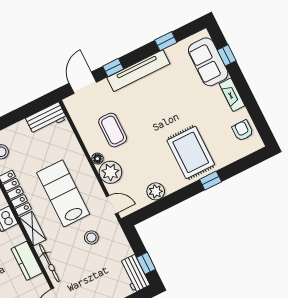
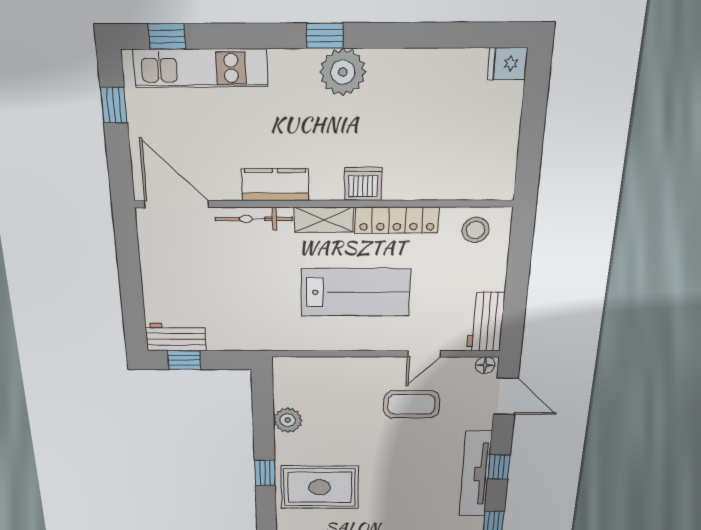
window: (113, 68) -> (499, 467), moved
floor lamp: (97, 159) -> (485, 365), moved
plant: (110, 172) -> (350, 373), removed
window: (210, 181) -> (265, 473), moved
door: (112, 205) -> (424, 354), moved
stool: (91, 237) -> (264, 302), removed

